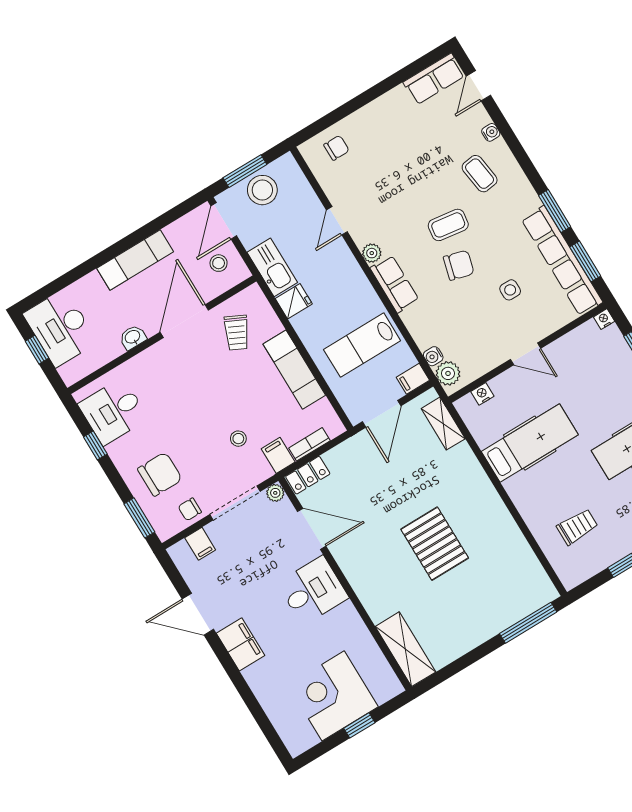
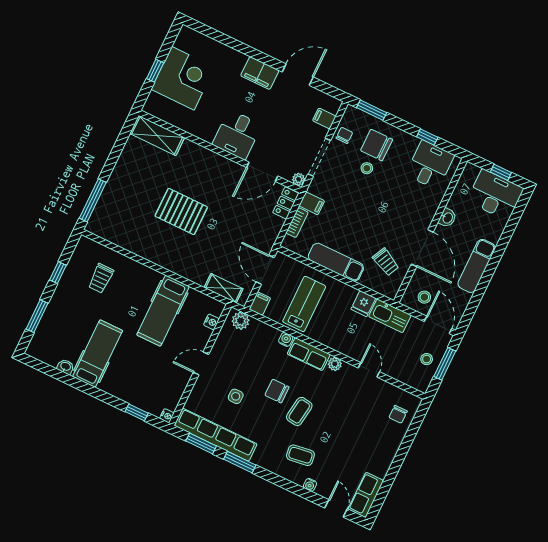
stool: (262, 190) -> (427, 359), width x0.53, depth x0.53
chair: (459, 265) -> (277, 391), turned 75
trolley: (237, 333) -> (386, 262), turned 180
water cooler: (433, 356) -> (286, 339), moved
stool: (238, 439) -> (367, 168), moved
chair: (160, 474) -> (377, 145), turned 90

